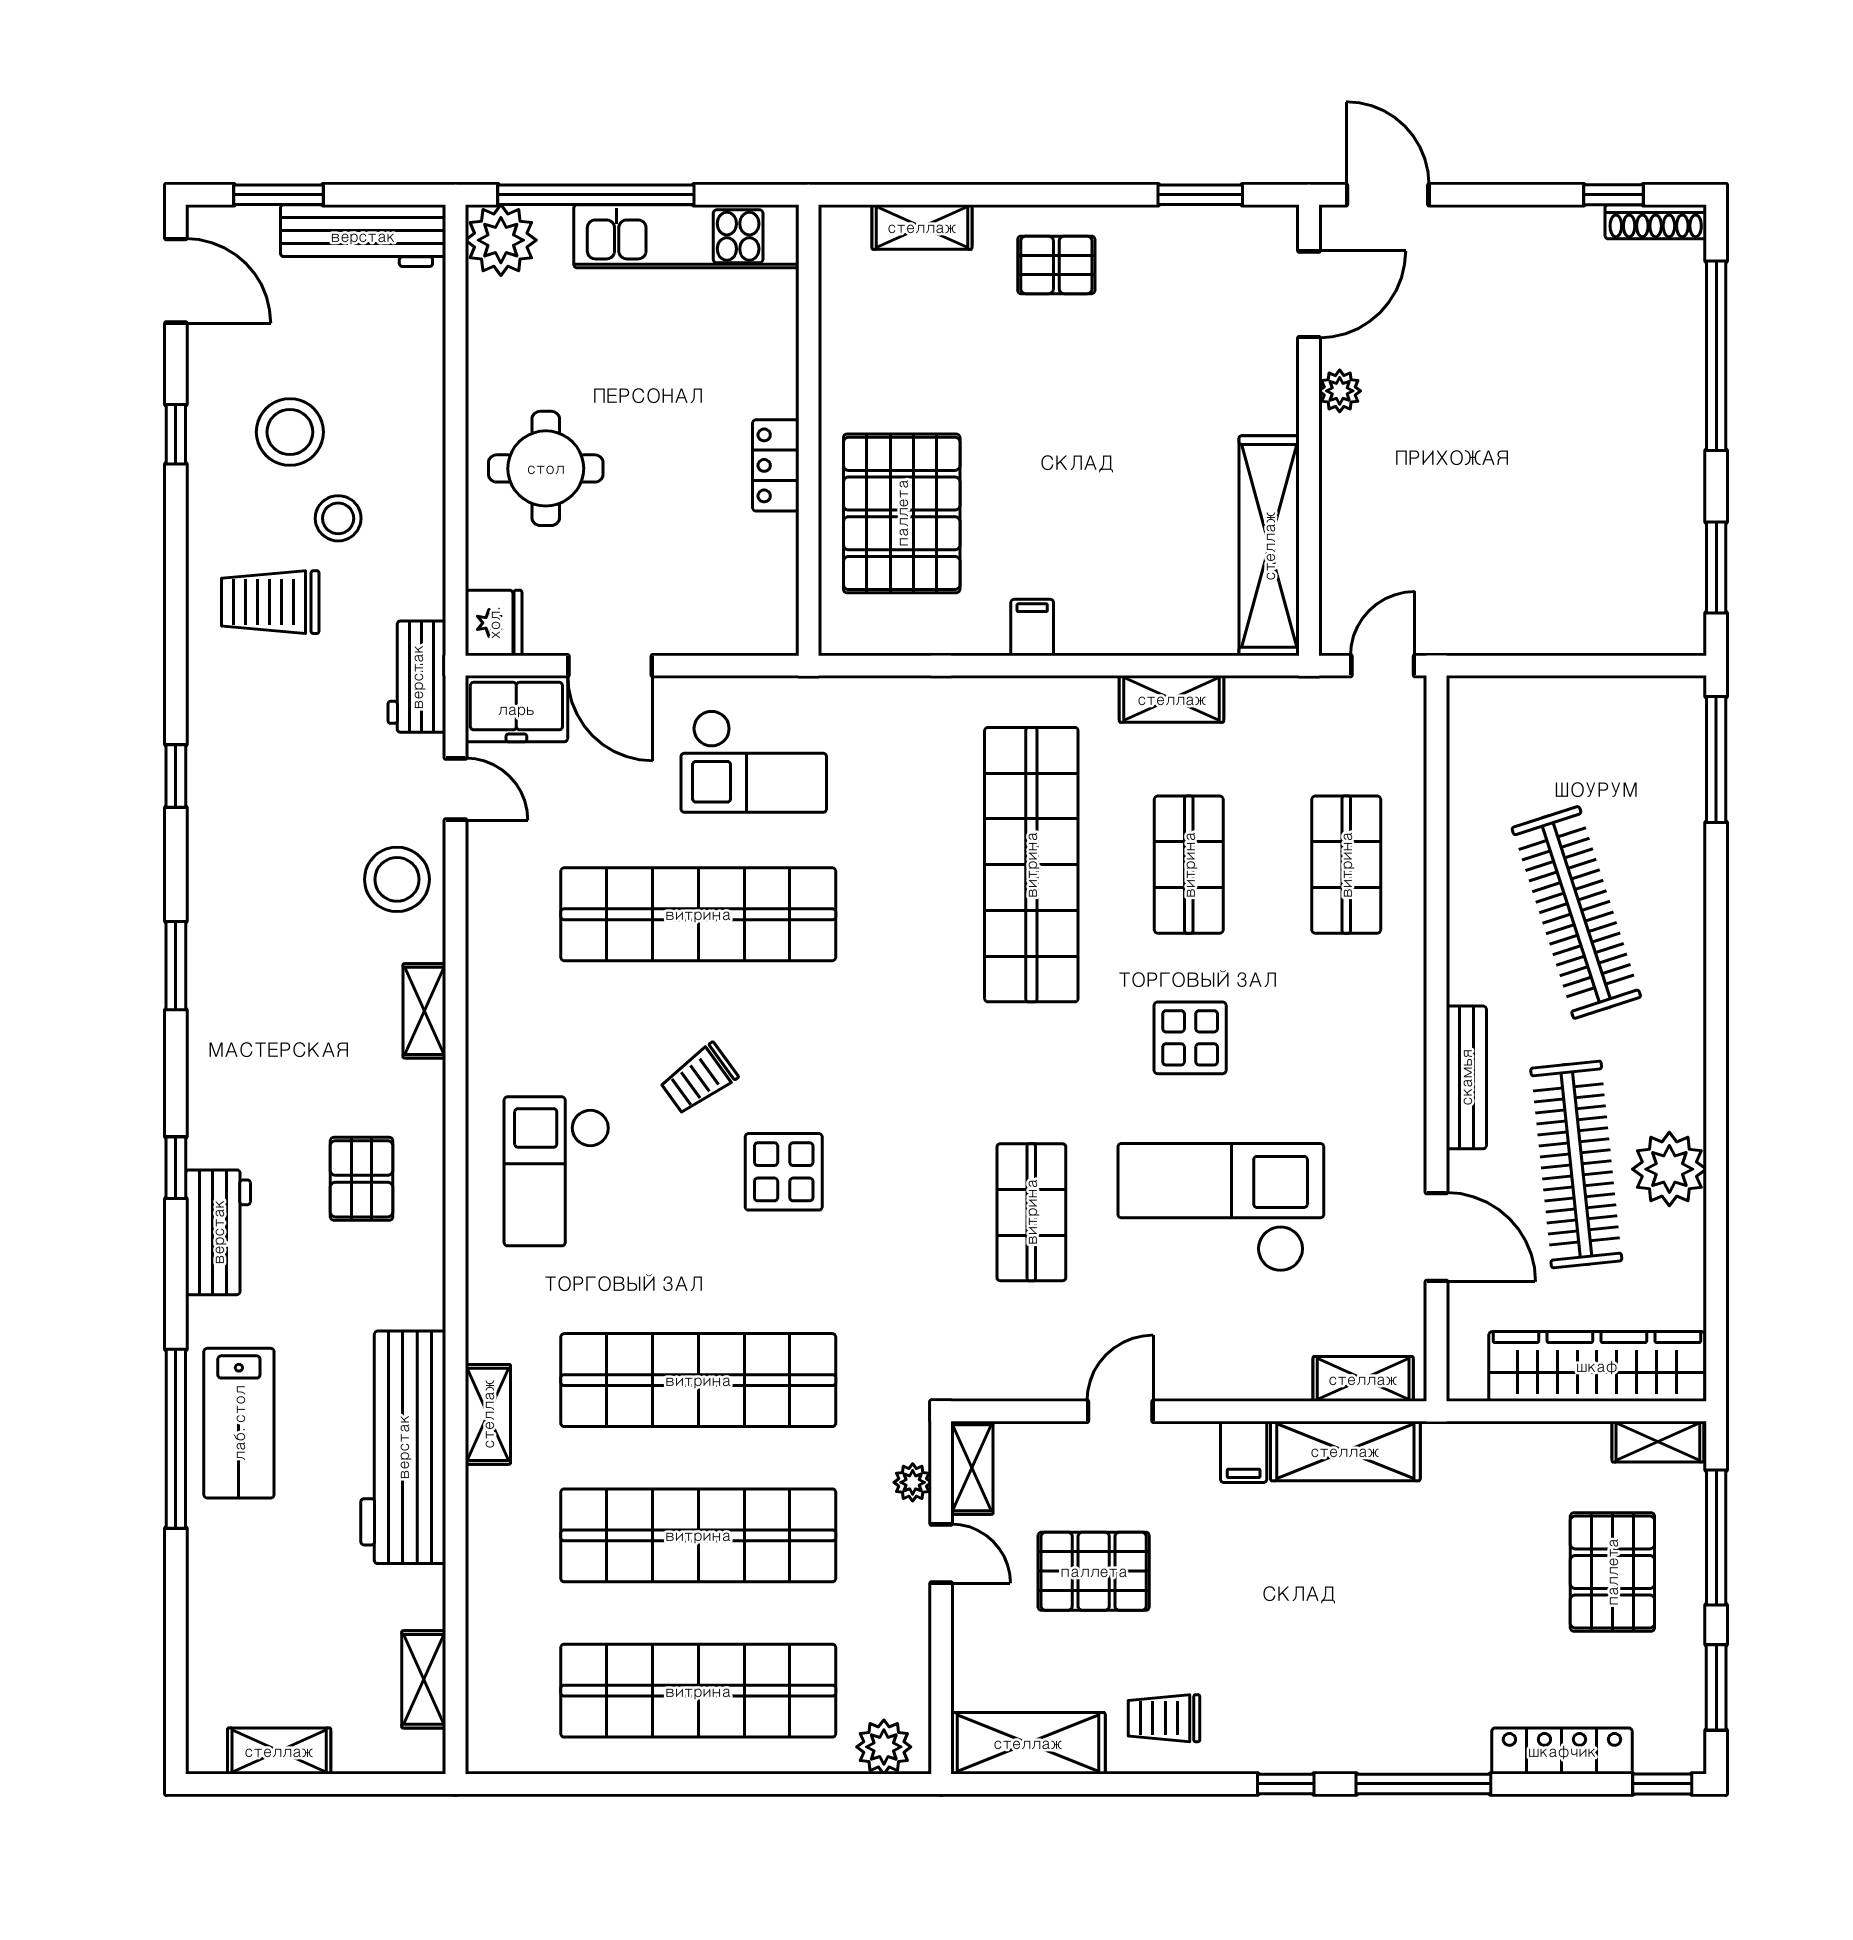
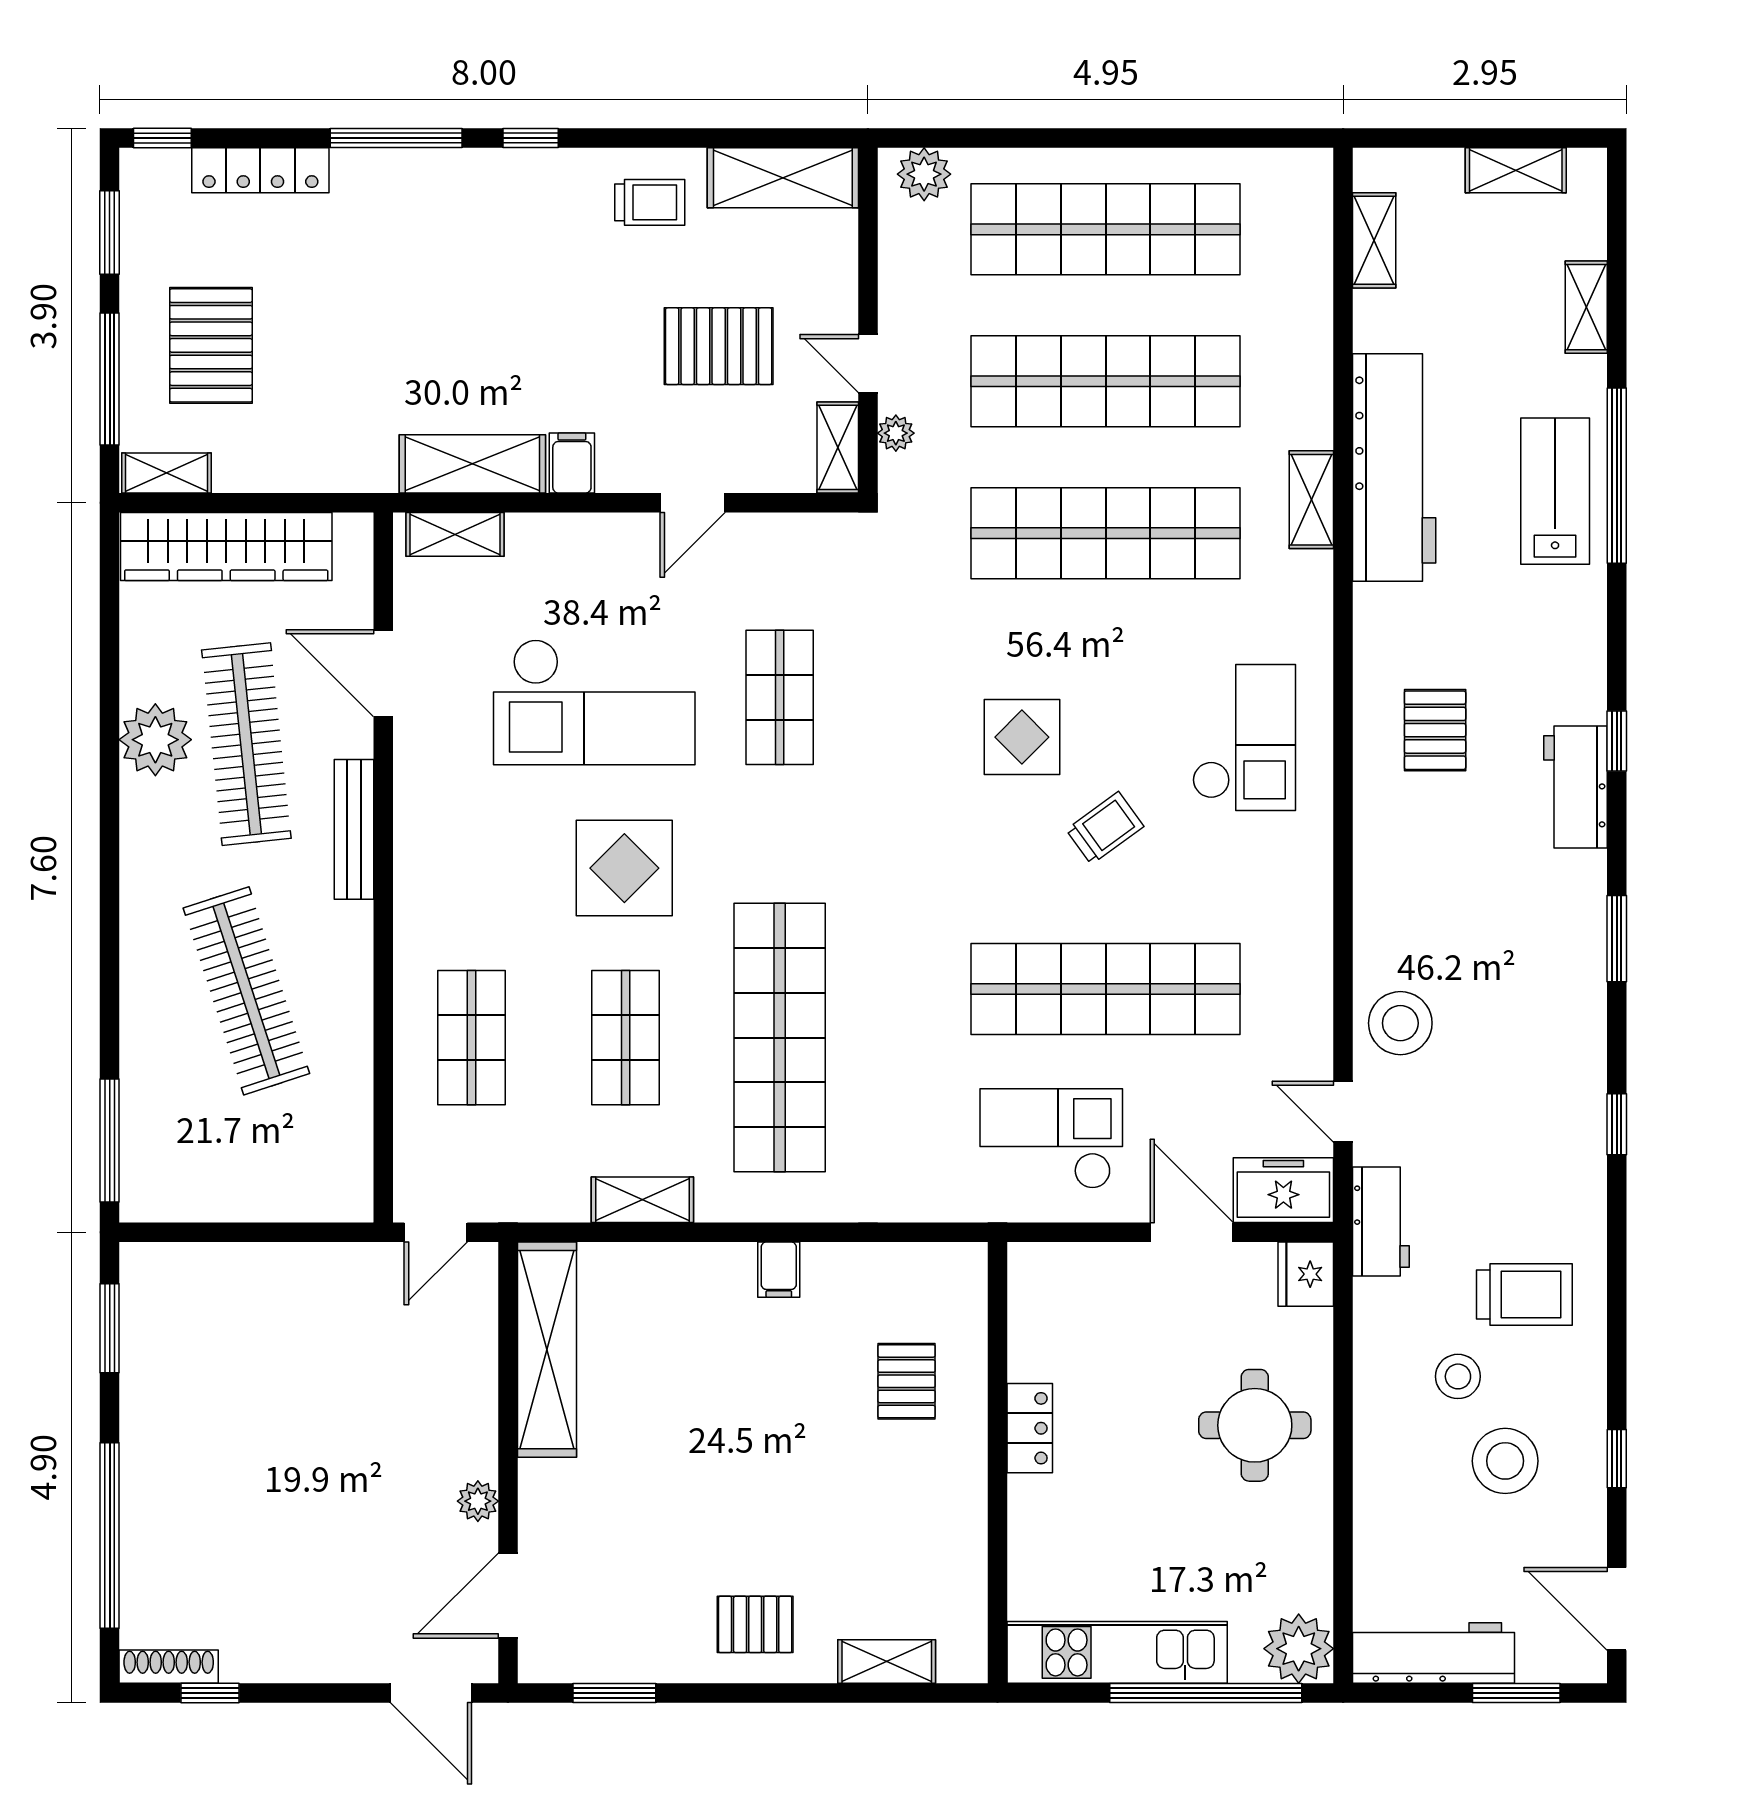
pallet: (902, 513) -> (907, 1381), width x0.49, depth x0.50
shelving: (424, 1011) -> (1586, 307), moved
display table: (1190, 1038) -> (624, 868), width x1.36, depth x1.36
workbench: (218, 1232) -> (1575, 787), moved

